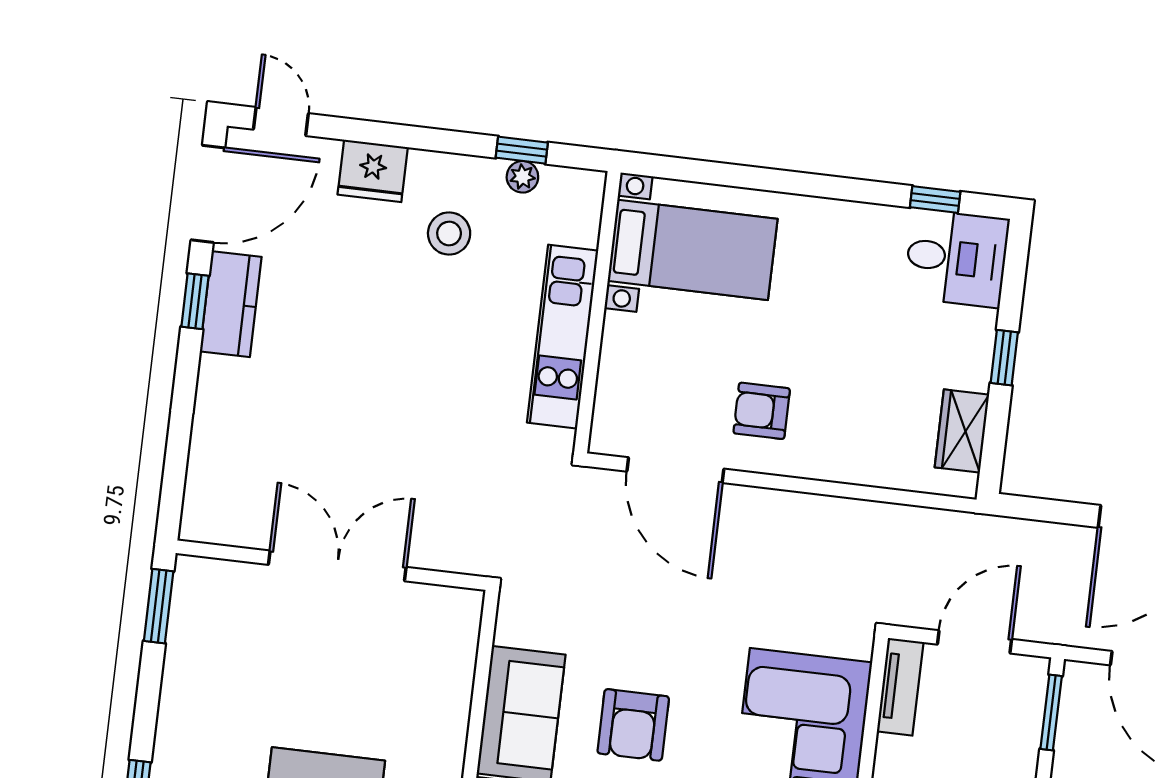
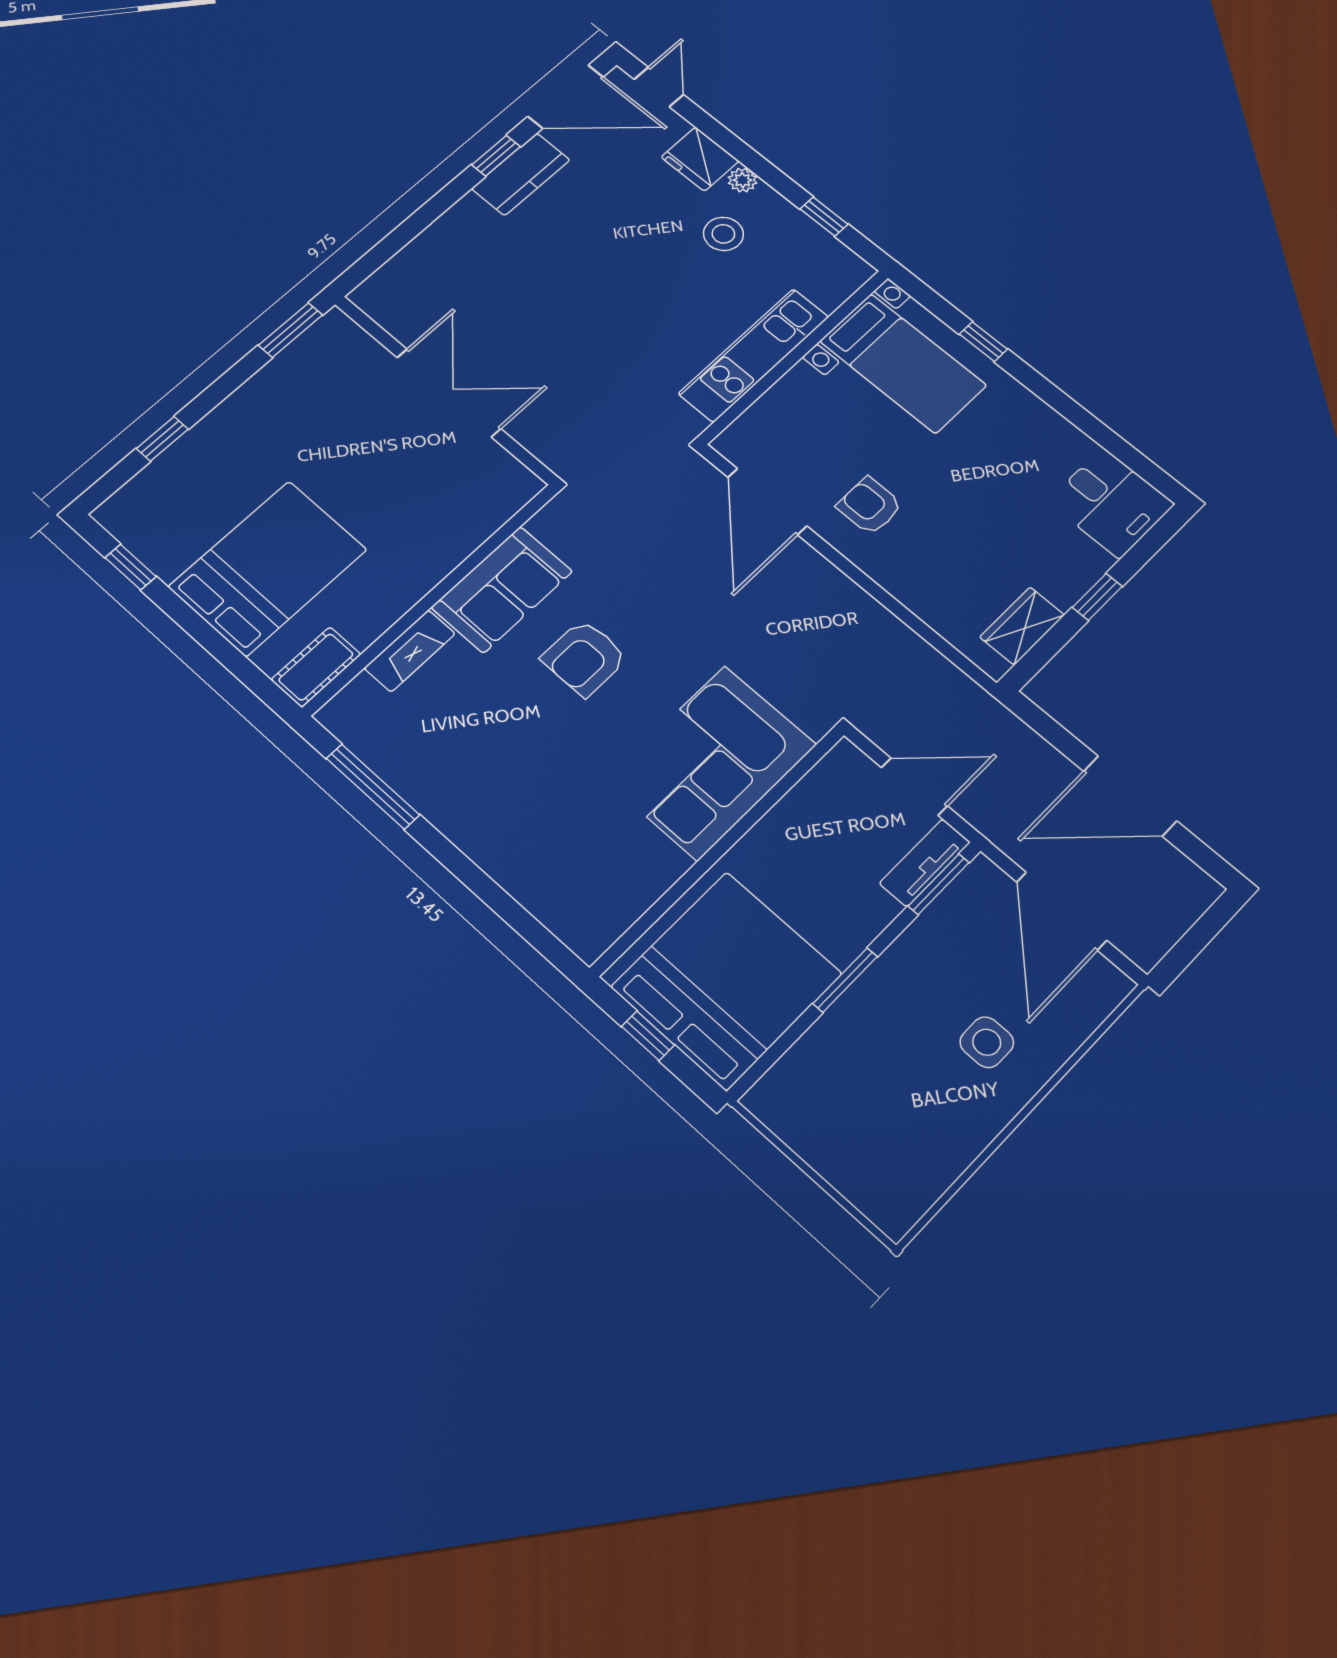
plant: (522, 177) -> (742, 180), moved
window: (935, 199) -> (983, 342), moved
tv unit: (900, 687) -> (925, 863), moved, turned 180

